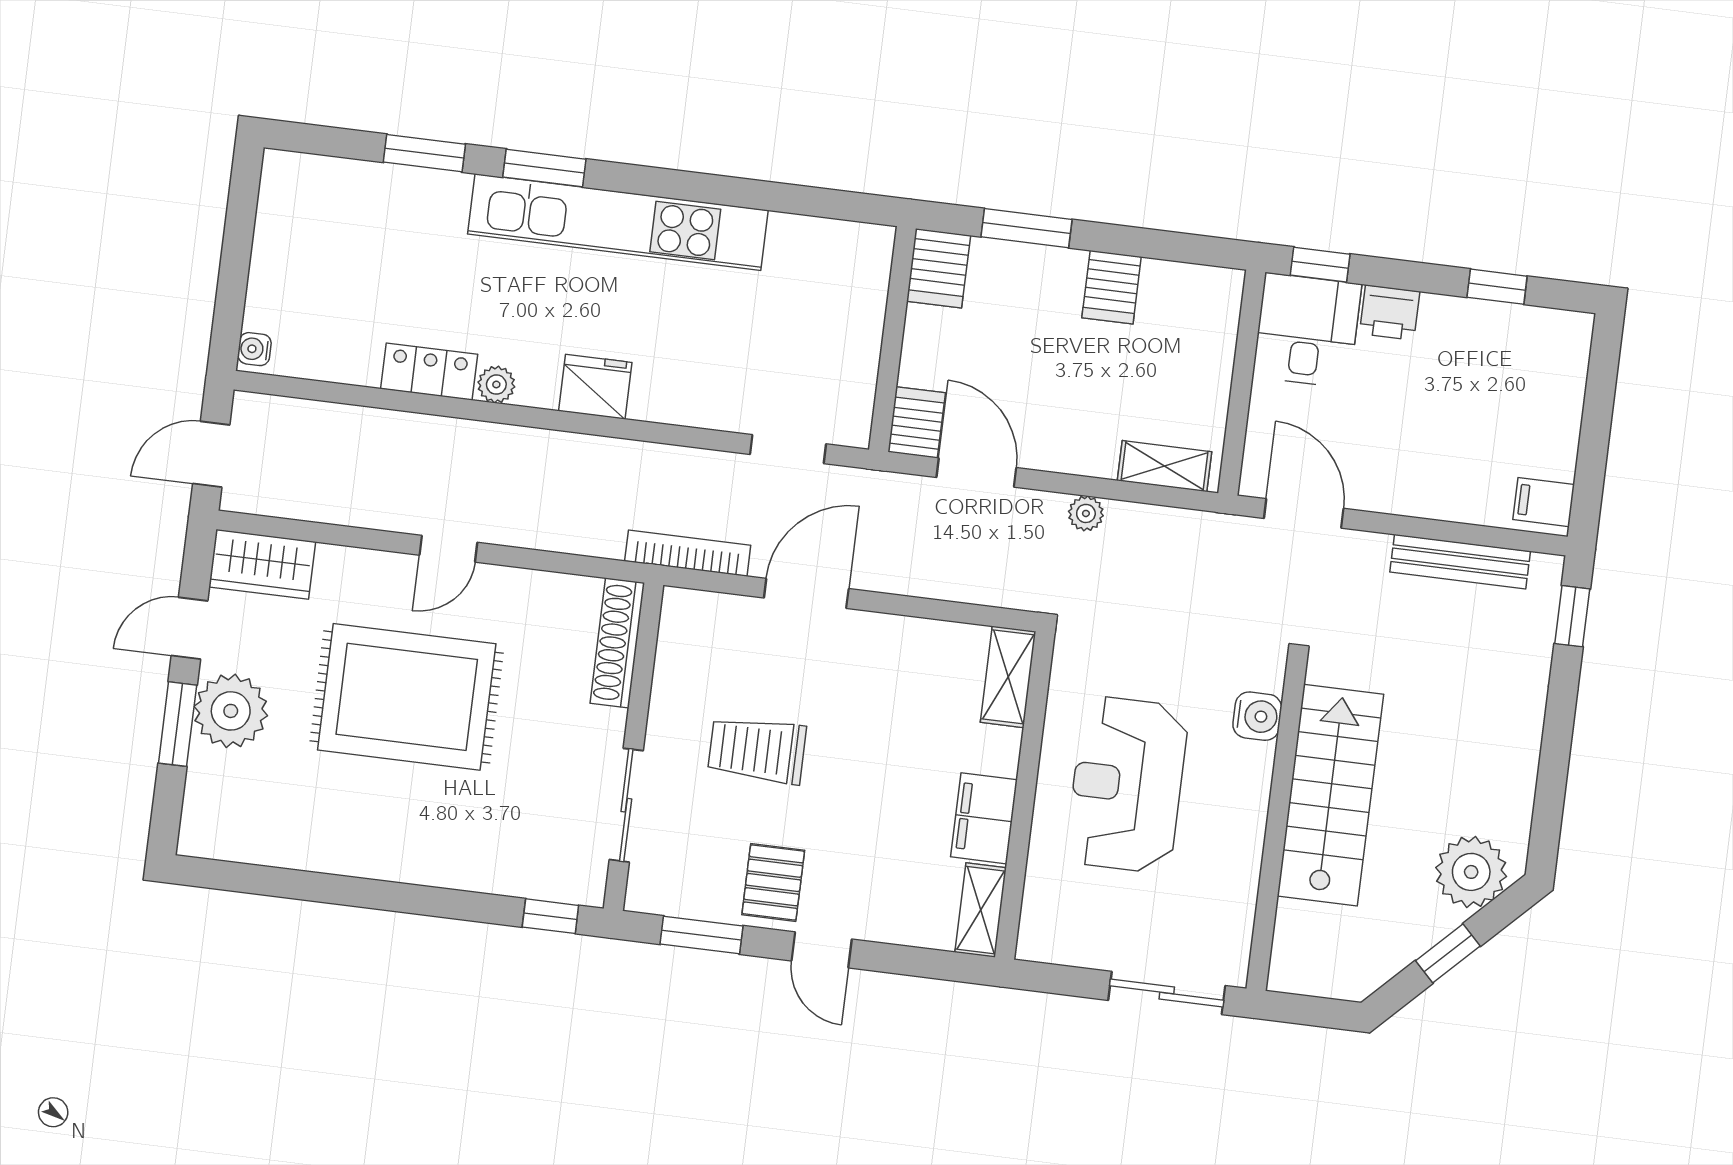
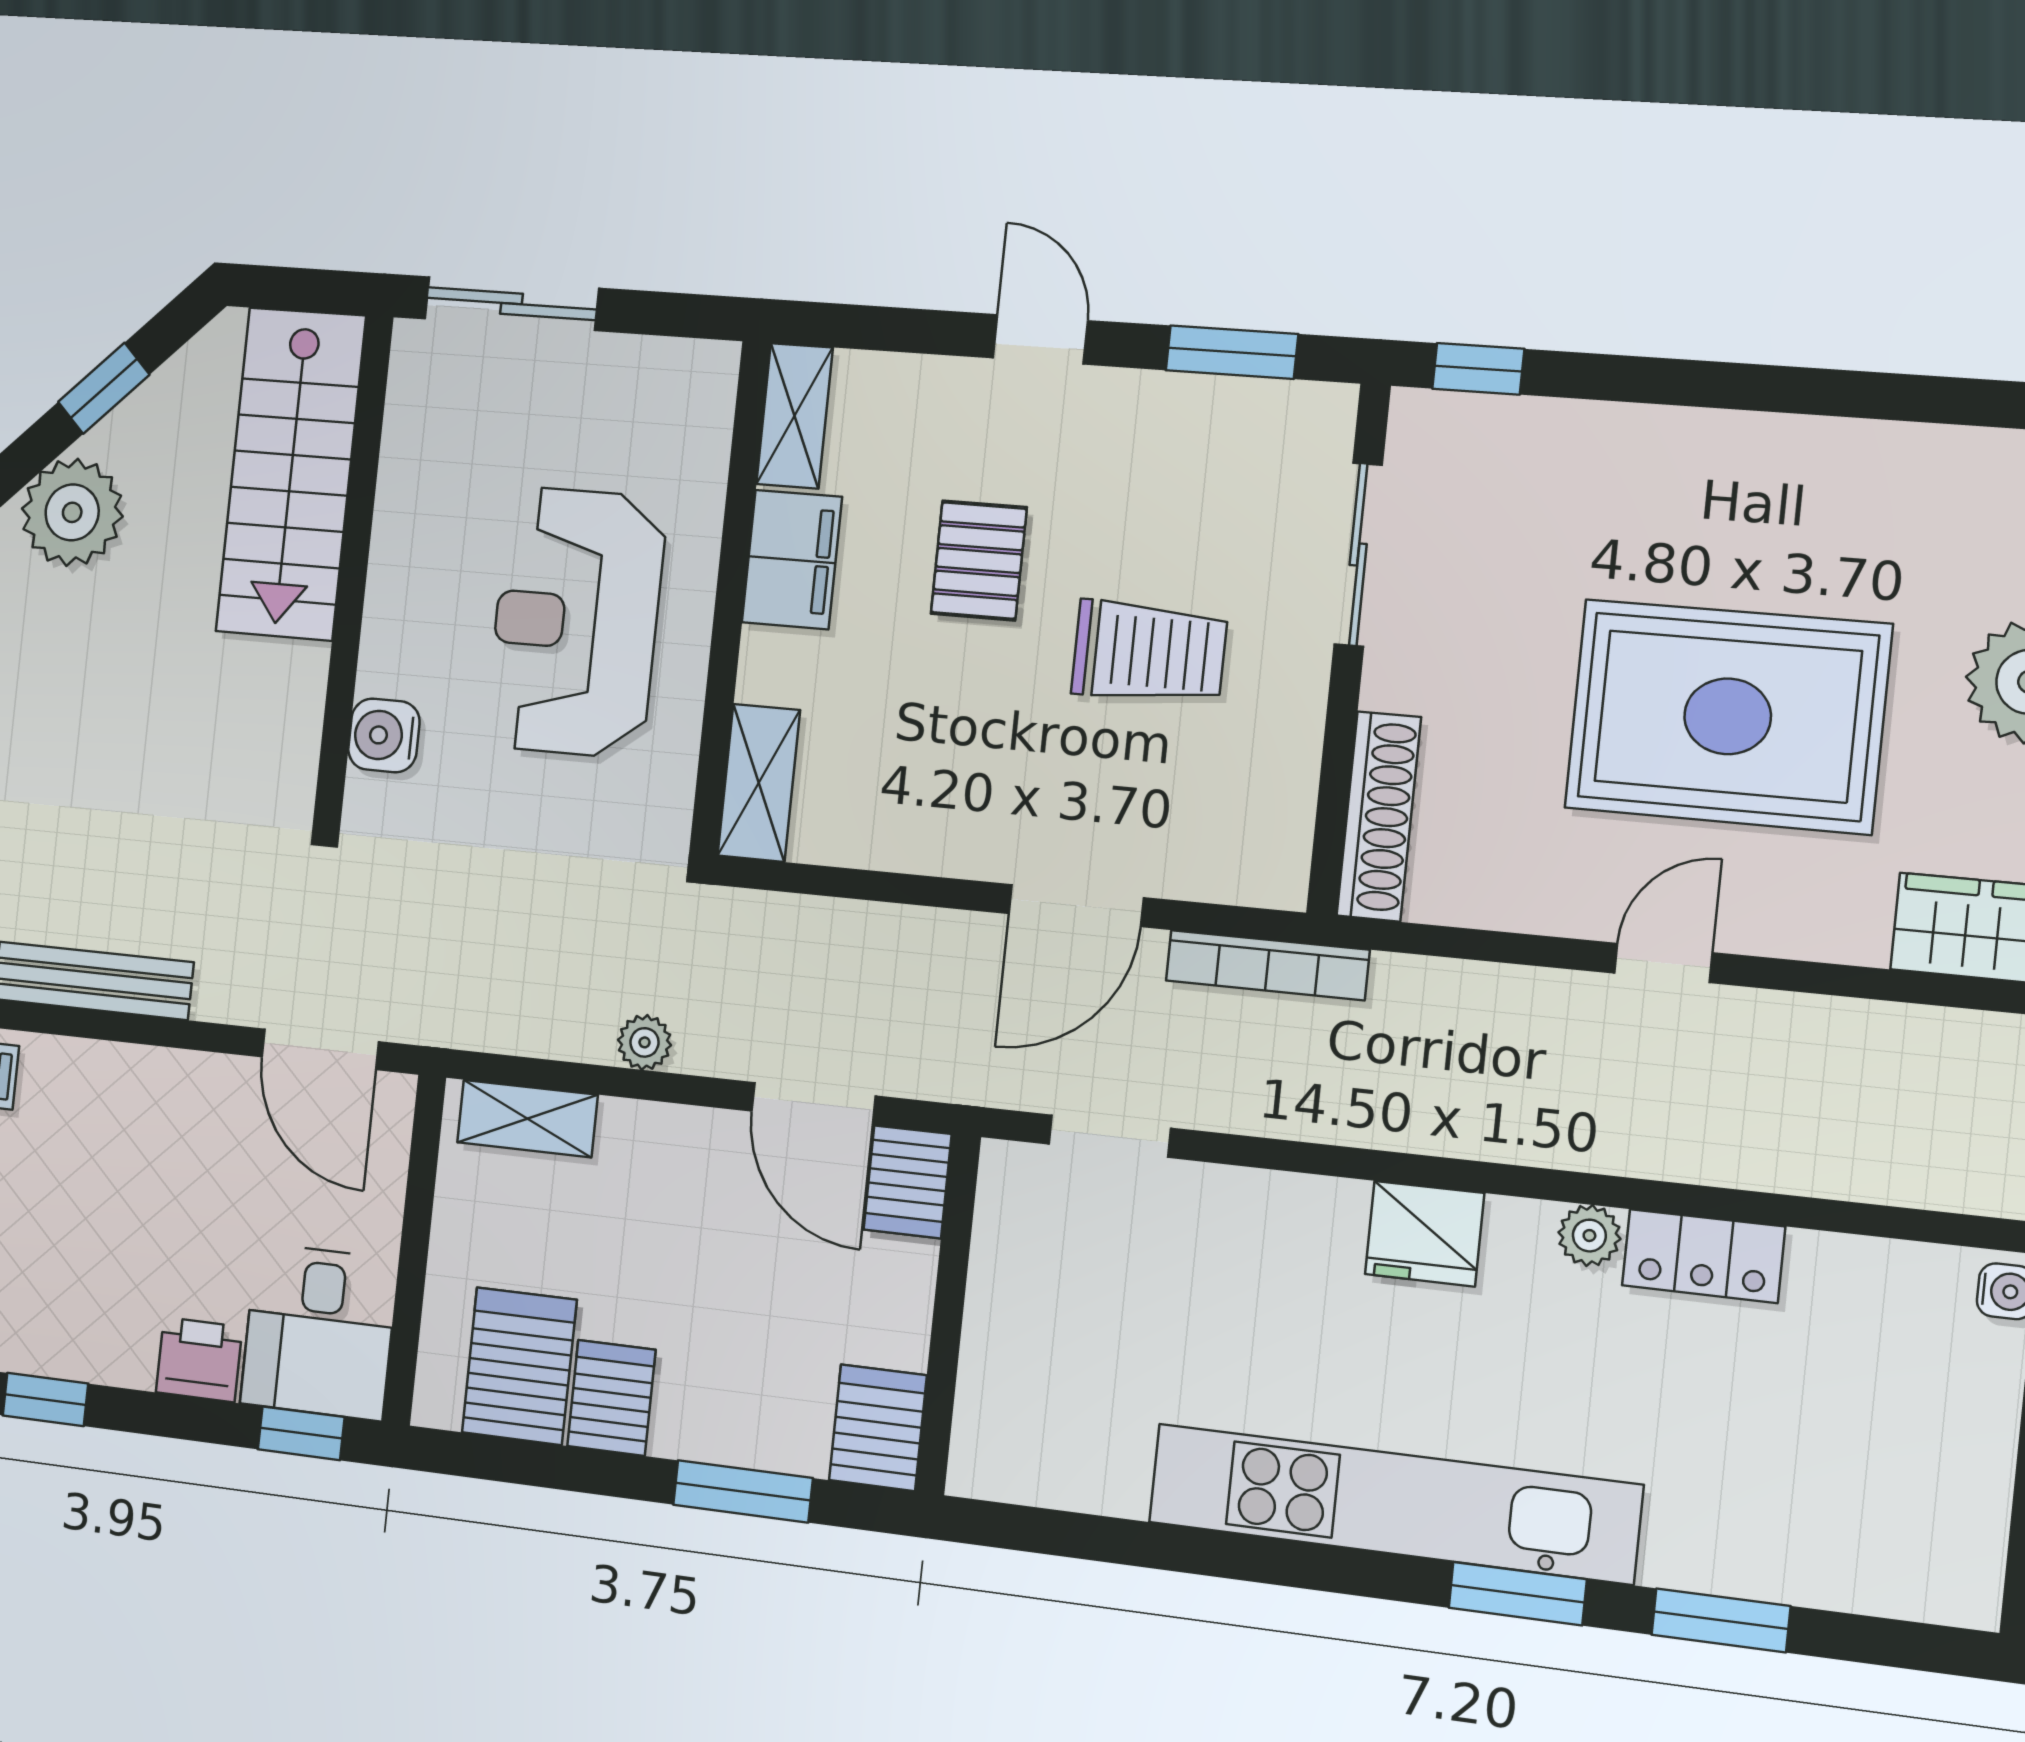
server rack: (1172, 308) -> (519, 1366), added
reception desk: (1127, 784) -> (576, 622), turned 180
stairs: (1330, 795) -> (291, 474), moved
pallet: (773, 882) -> (979, 561), moved

